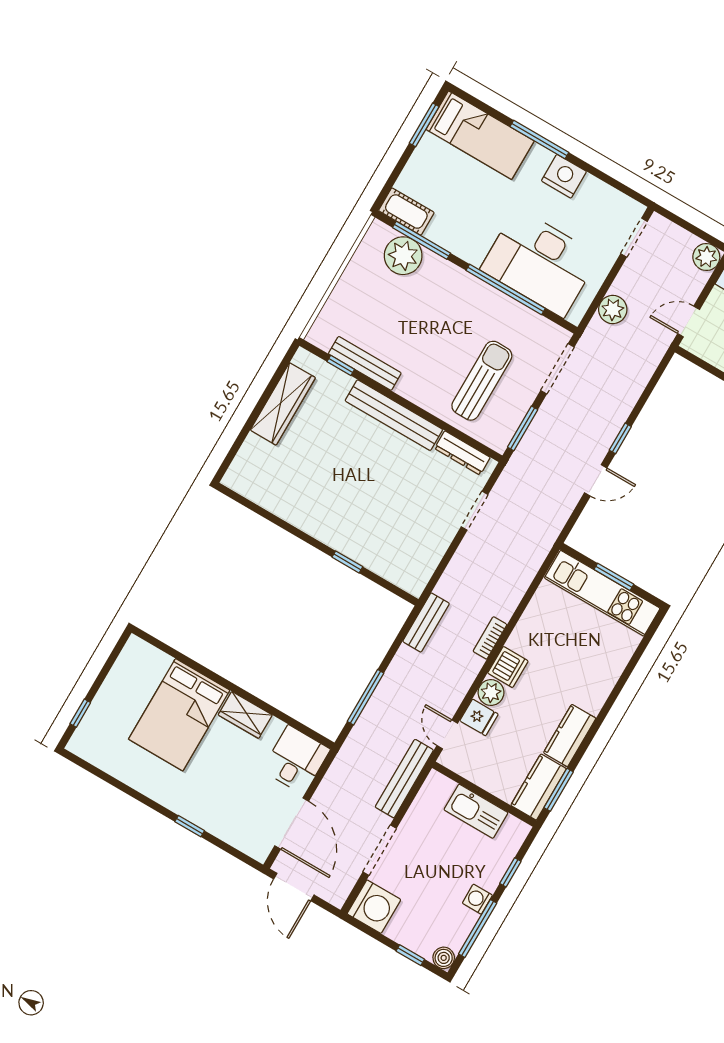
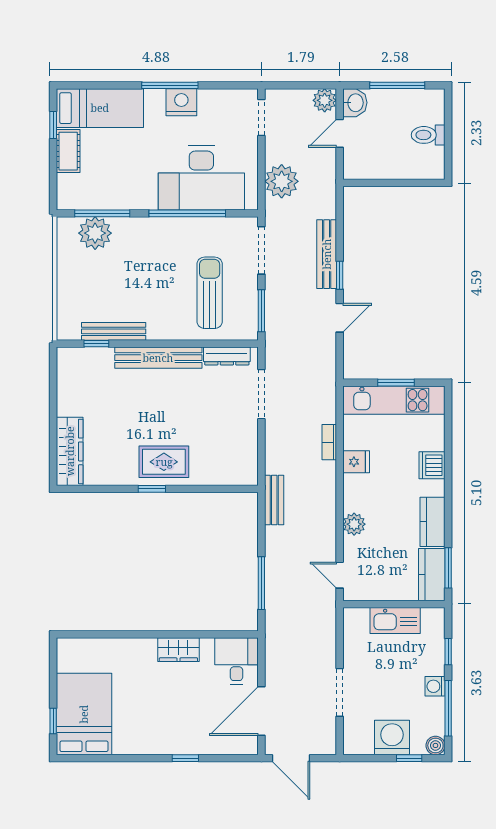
window: (424, 125) -> (53, 125), width x0.67
window: (539, 140) -> (170, 85), moved
cot: (406, 212) -> (68, 151), moved, turned 90
plant: (613, 310) -> (282, 181), width x1.36, depth x1.36
door: (689, 321) -> (340, 133), moved
wardrobe: (283, 404) -> (70, 451), moved
doorway: (475, 511) -> (261, 394), width x1.38
rug: (339, 521) -> (164, 462), added
window: (347, 562) -> (152, 489), moved
bookcase: (490, 638) -> (329, 442), moved
dishwasher: (508, 667) -> (432, 465), moved, turned 180
bed: (179, 715) -> (84, 714), moved, turned 180
fridge: (479, 717) -> (356, 462), moved
bench: (404, 779) -> (327, 254), moved
door: (292, 824) -> (261, 711), swing flipped
washing machine: (374, 907) -> (392, 738), moved, turned -90

